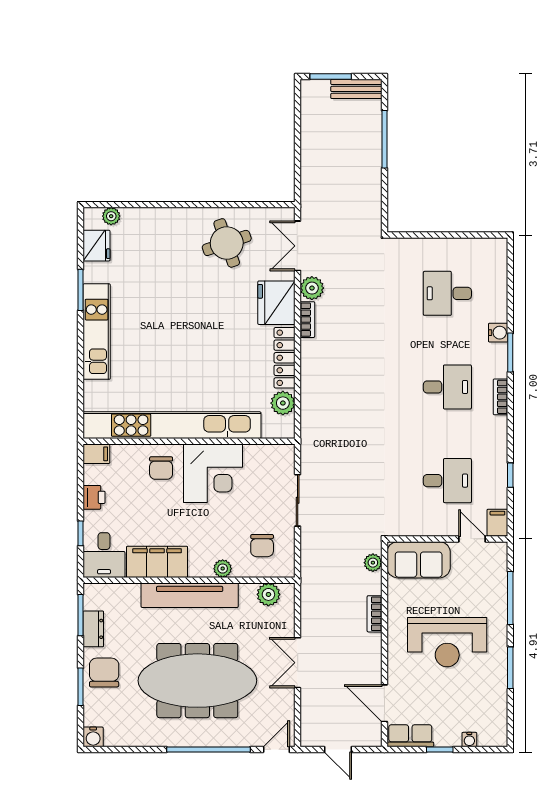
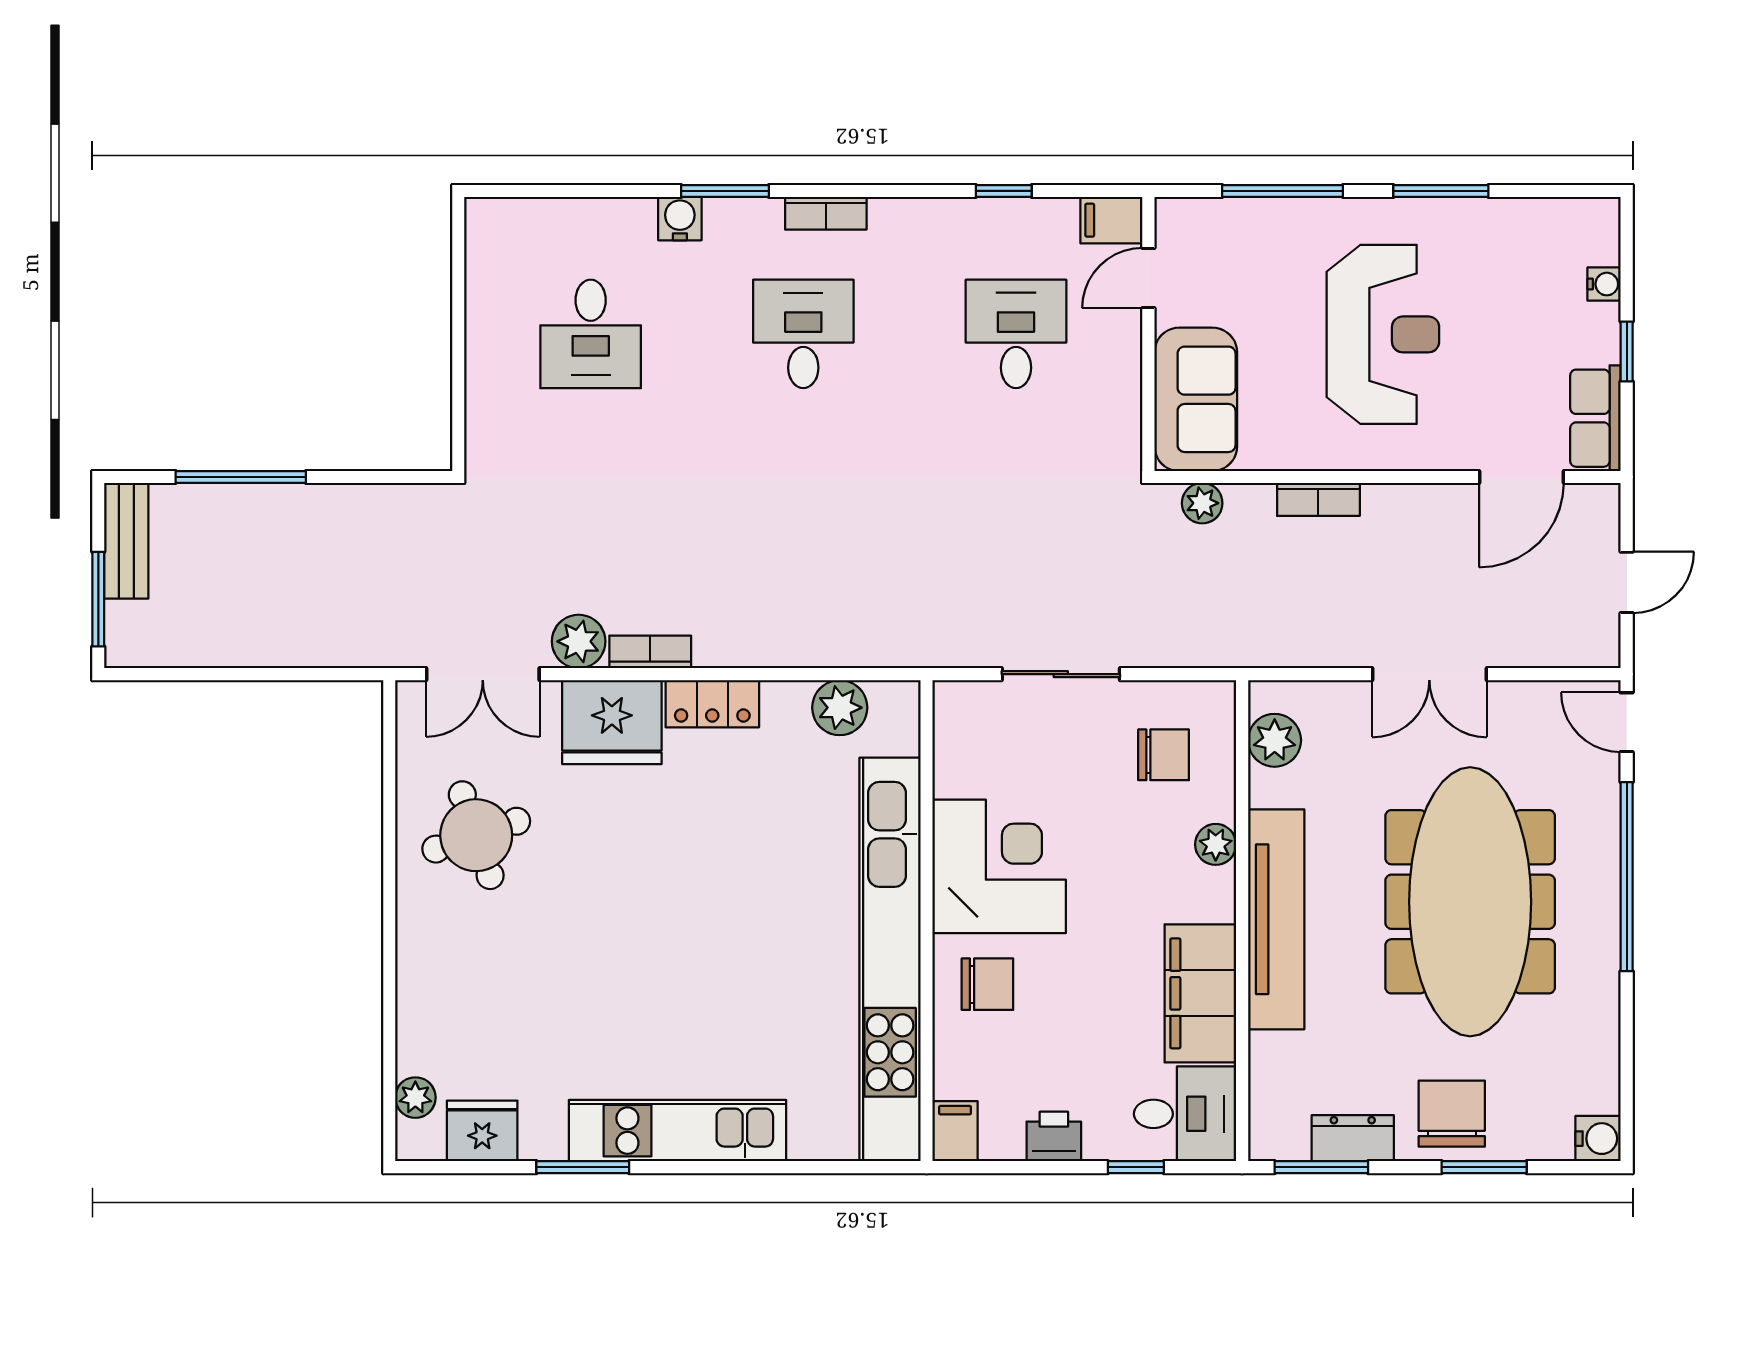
locker: (285, 358) -> (712, 704), width x0.66
chair: (104, 672) -> (1452, 1114), turned 90

